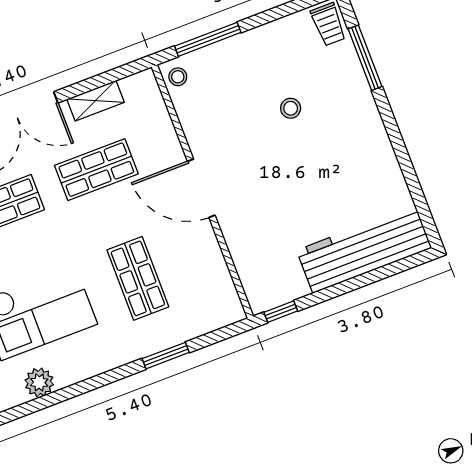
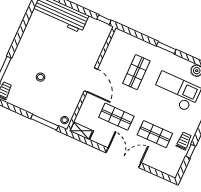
shelving: (95, 101) -> (81, 131), moved
window: (166, 356) -> (166, 48), moved

